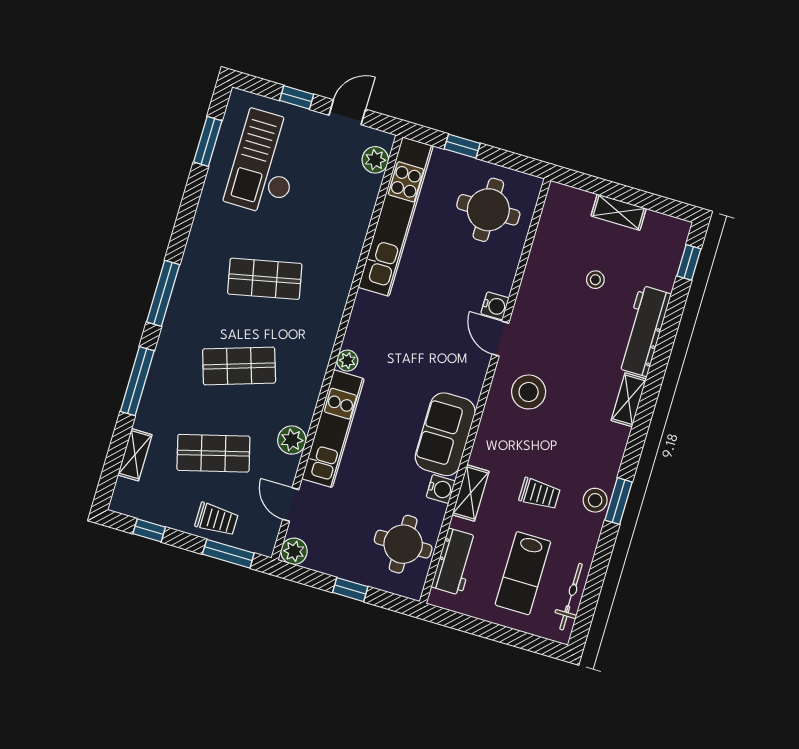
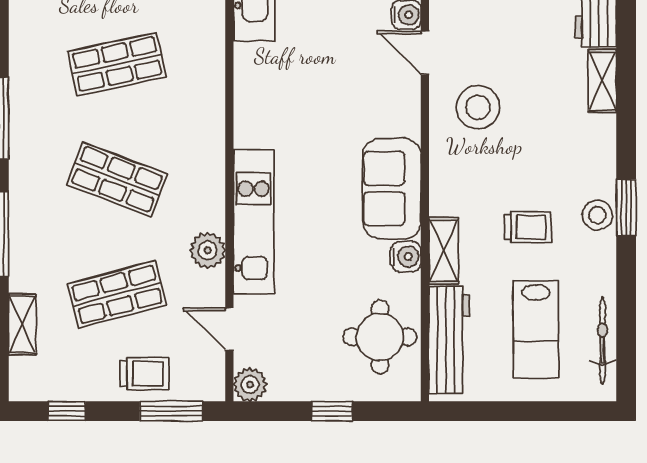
plant: (347, 361) -> (247, 134), removed
shop shelf: (239, 366) -> (117, 179), turned 39
workbench: (455, 562) -> (449, 340), width x1.38

